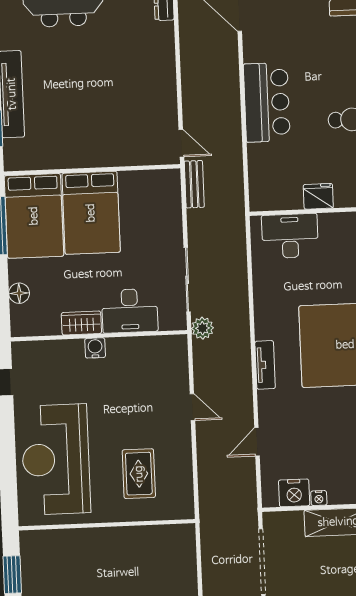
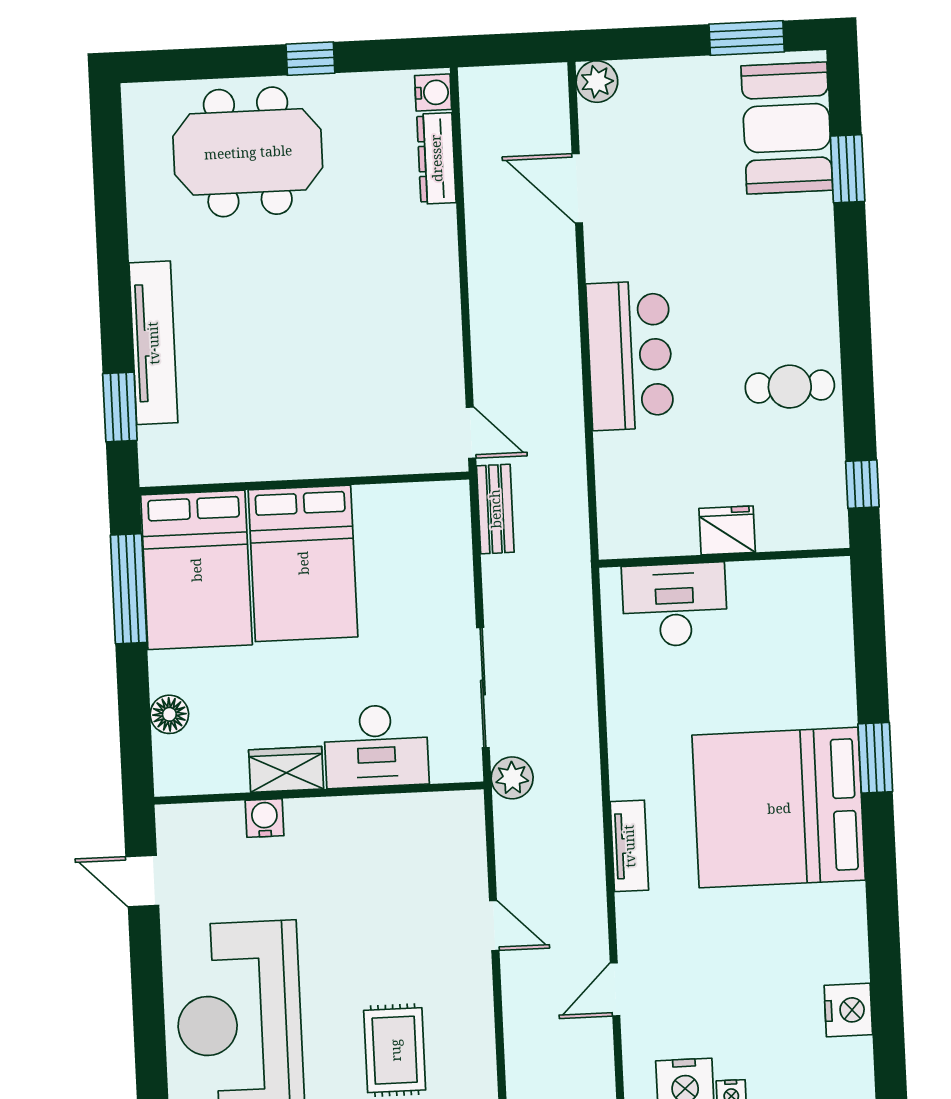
water cooler: (95, 348) -> (265, 818), moved

